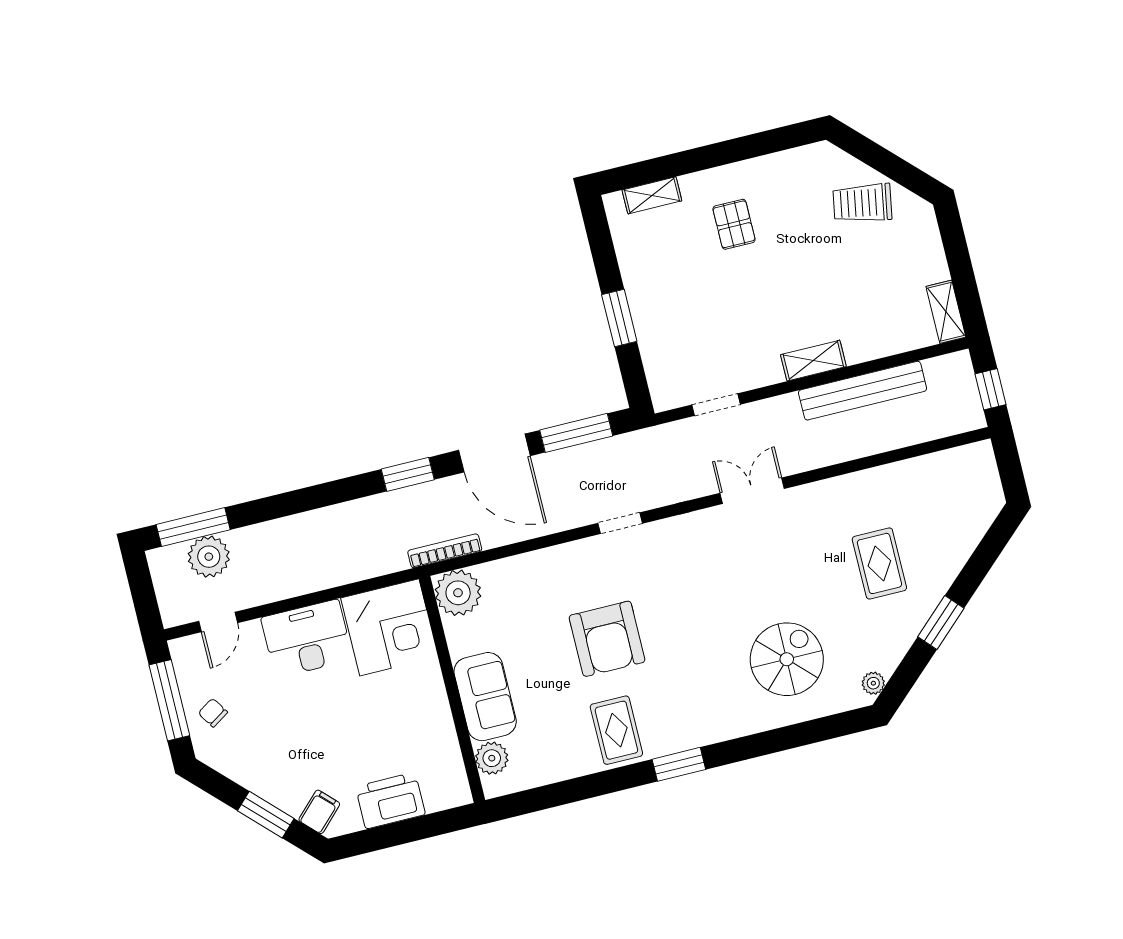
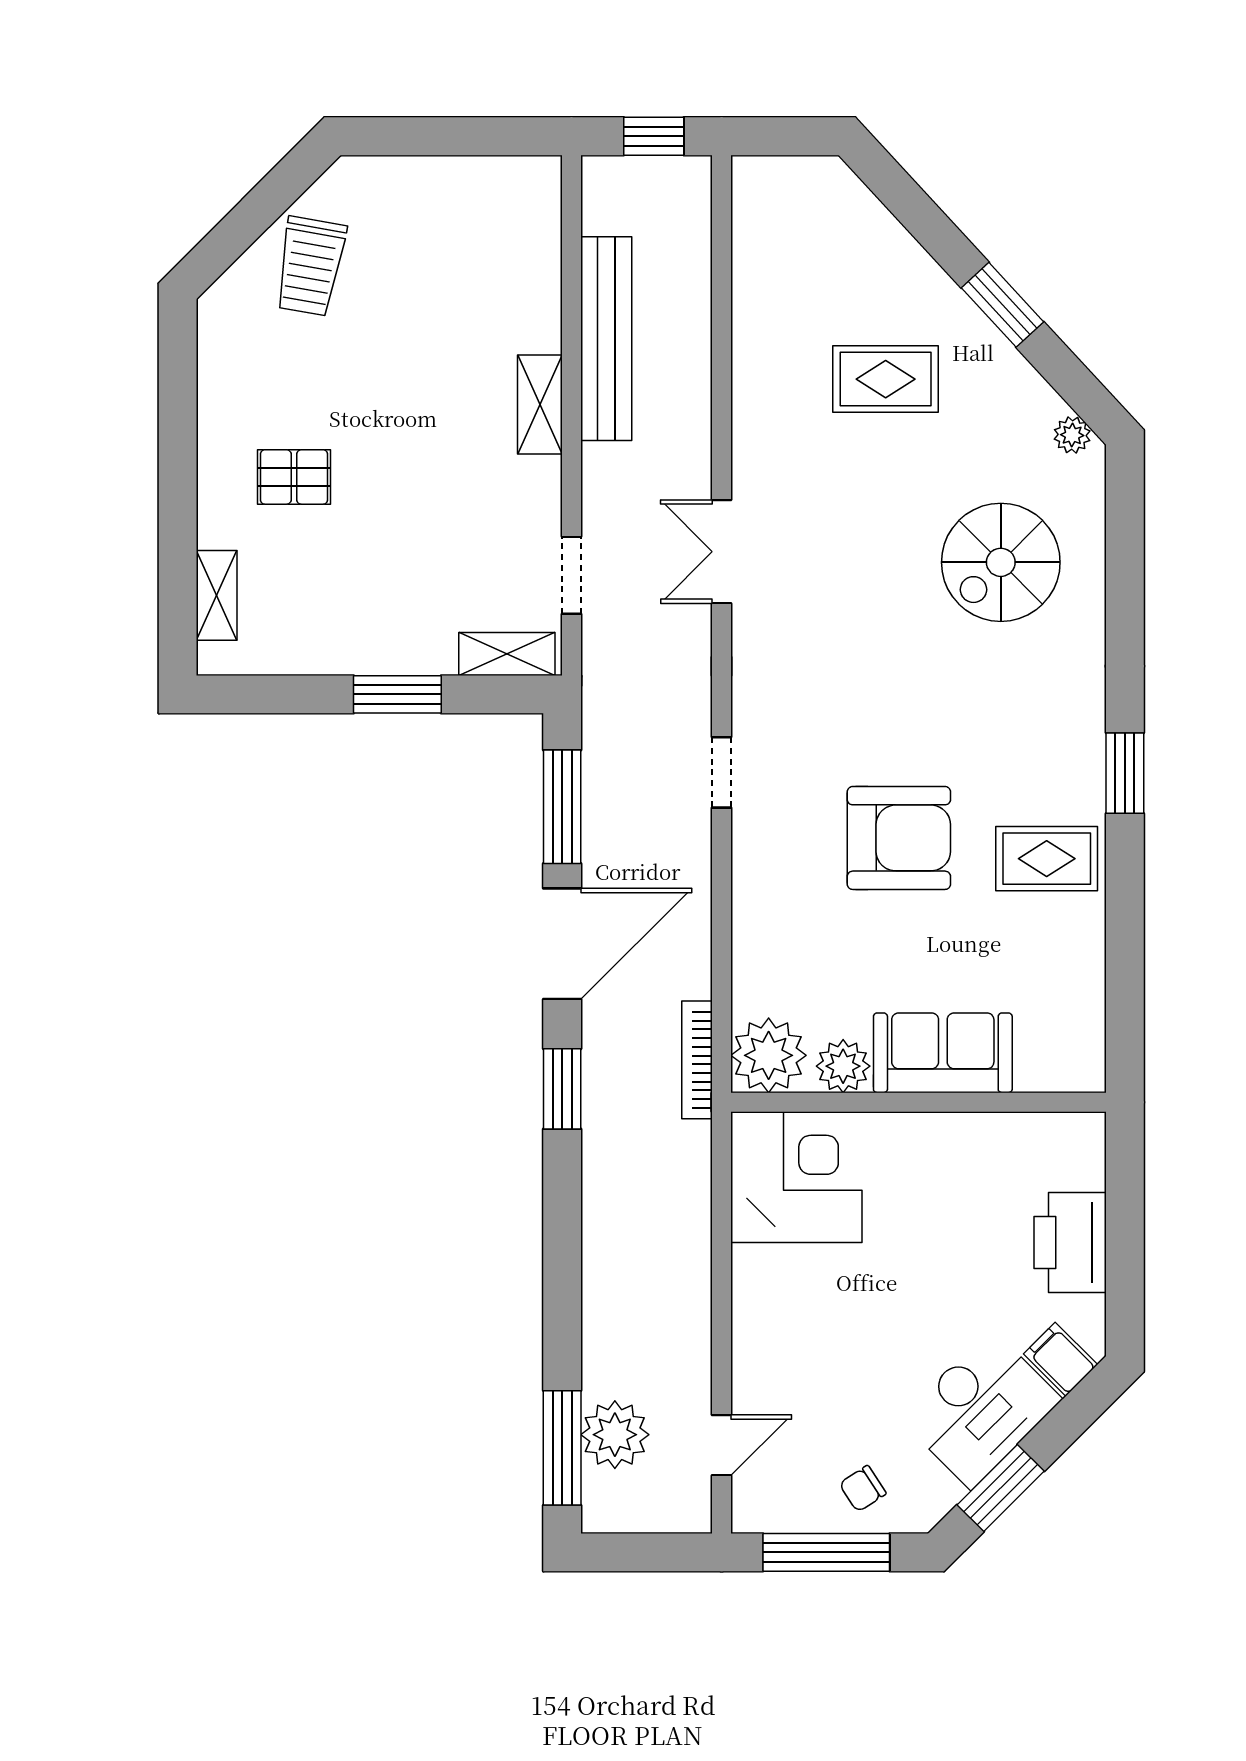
shelving: (946, 312) -> (507, 654), moved
door: (218, 622) -> (722, 1445), hinge flipped
desk: (307, 639) -> (981, 1409), moved, turned -135
spiral stairs: (787, 659) -> (1001, 562), turned -90
plant: (492, 758) -> (843, 1066), moved
window: (266, 815) -> (1001, 1488), moved

